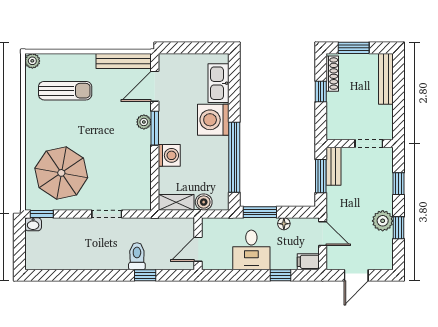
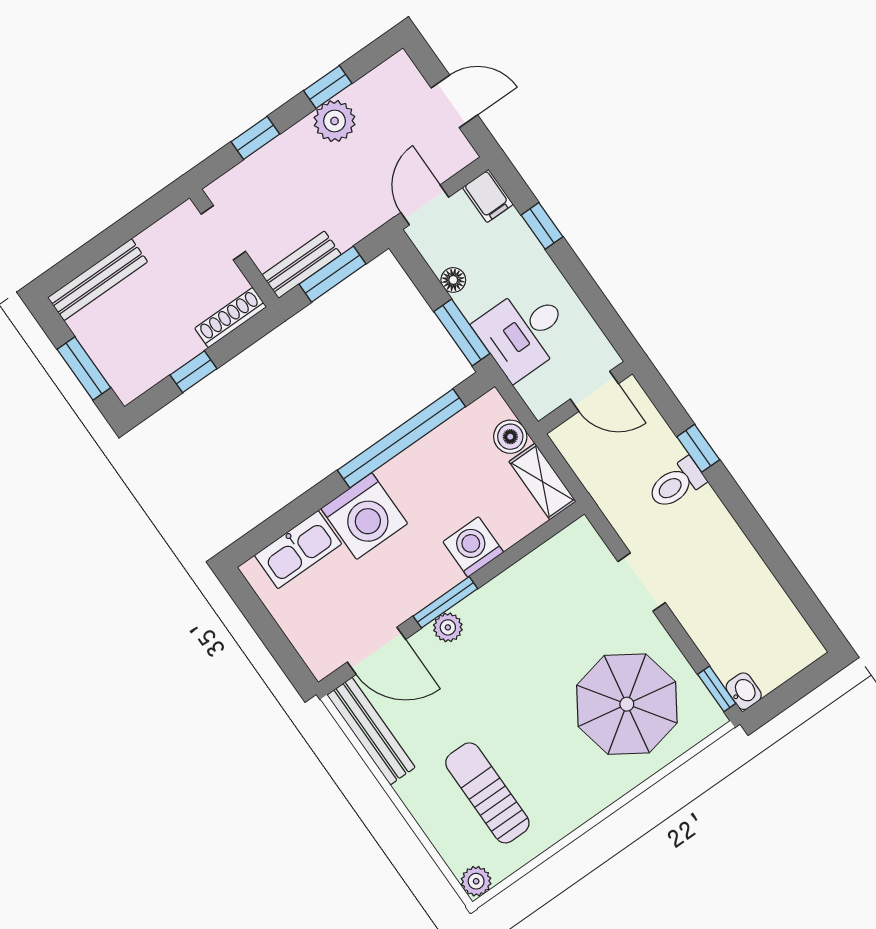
shoe rack: (332, 74) -> (231, 318), moved
desk: (251, 250) -> (524, 332), moved, turned 180

